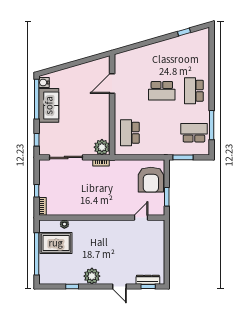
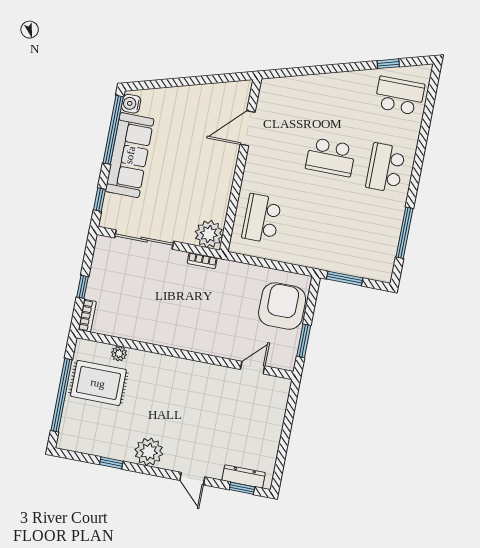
sofa: (49, 105) -> (130, 155), width x1.36
school desk: (194, 133) -> (400, 96), moved
armchair: (151, 180) -> (282, 306), turned 180

